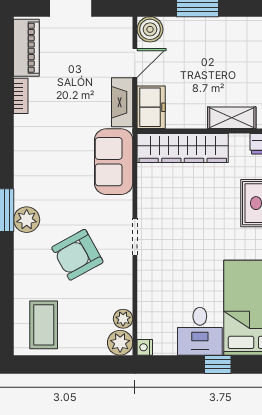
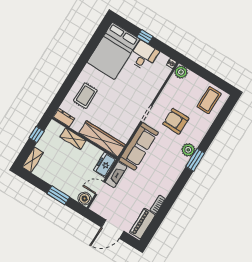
sofa: (114, 162) -> (139, 146), width x1.36
armchair: (77, 255) -> (176, 121), turned -151
plant: (123, 319) -> (173, 82), removed

